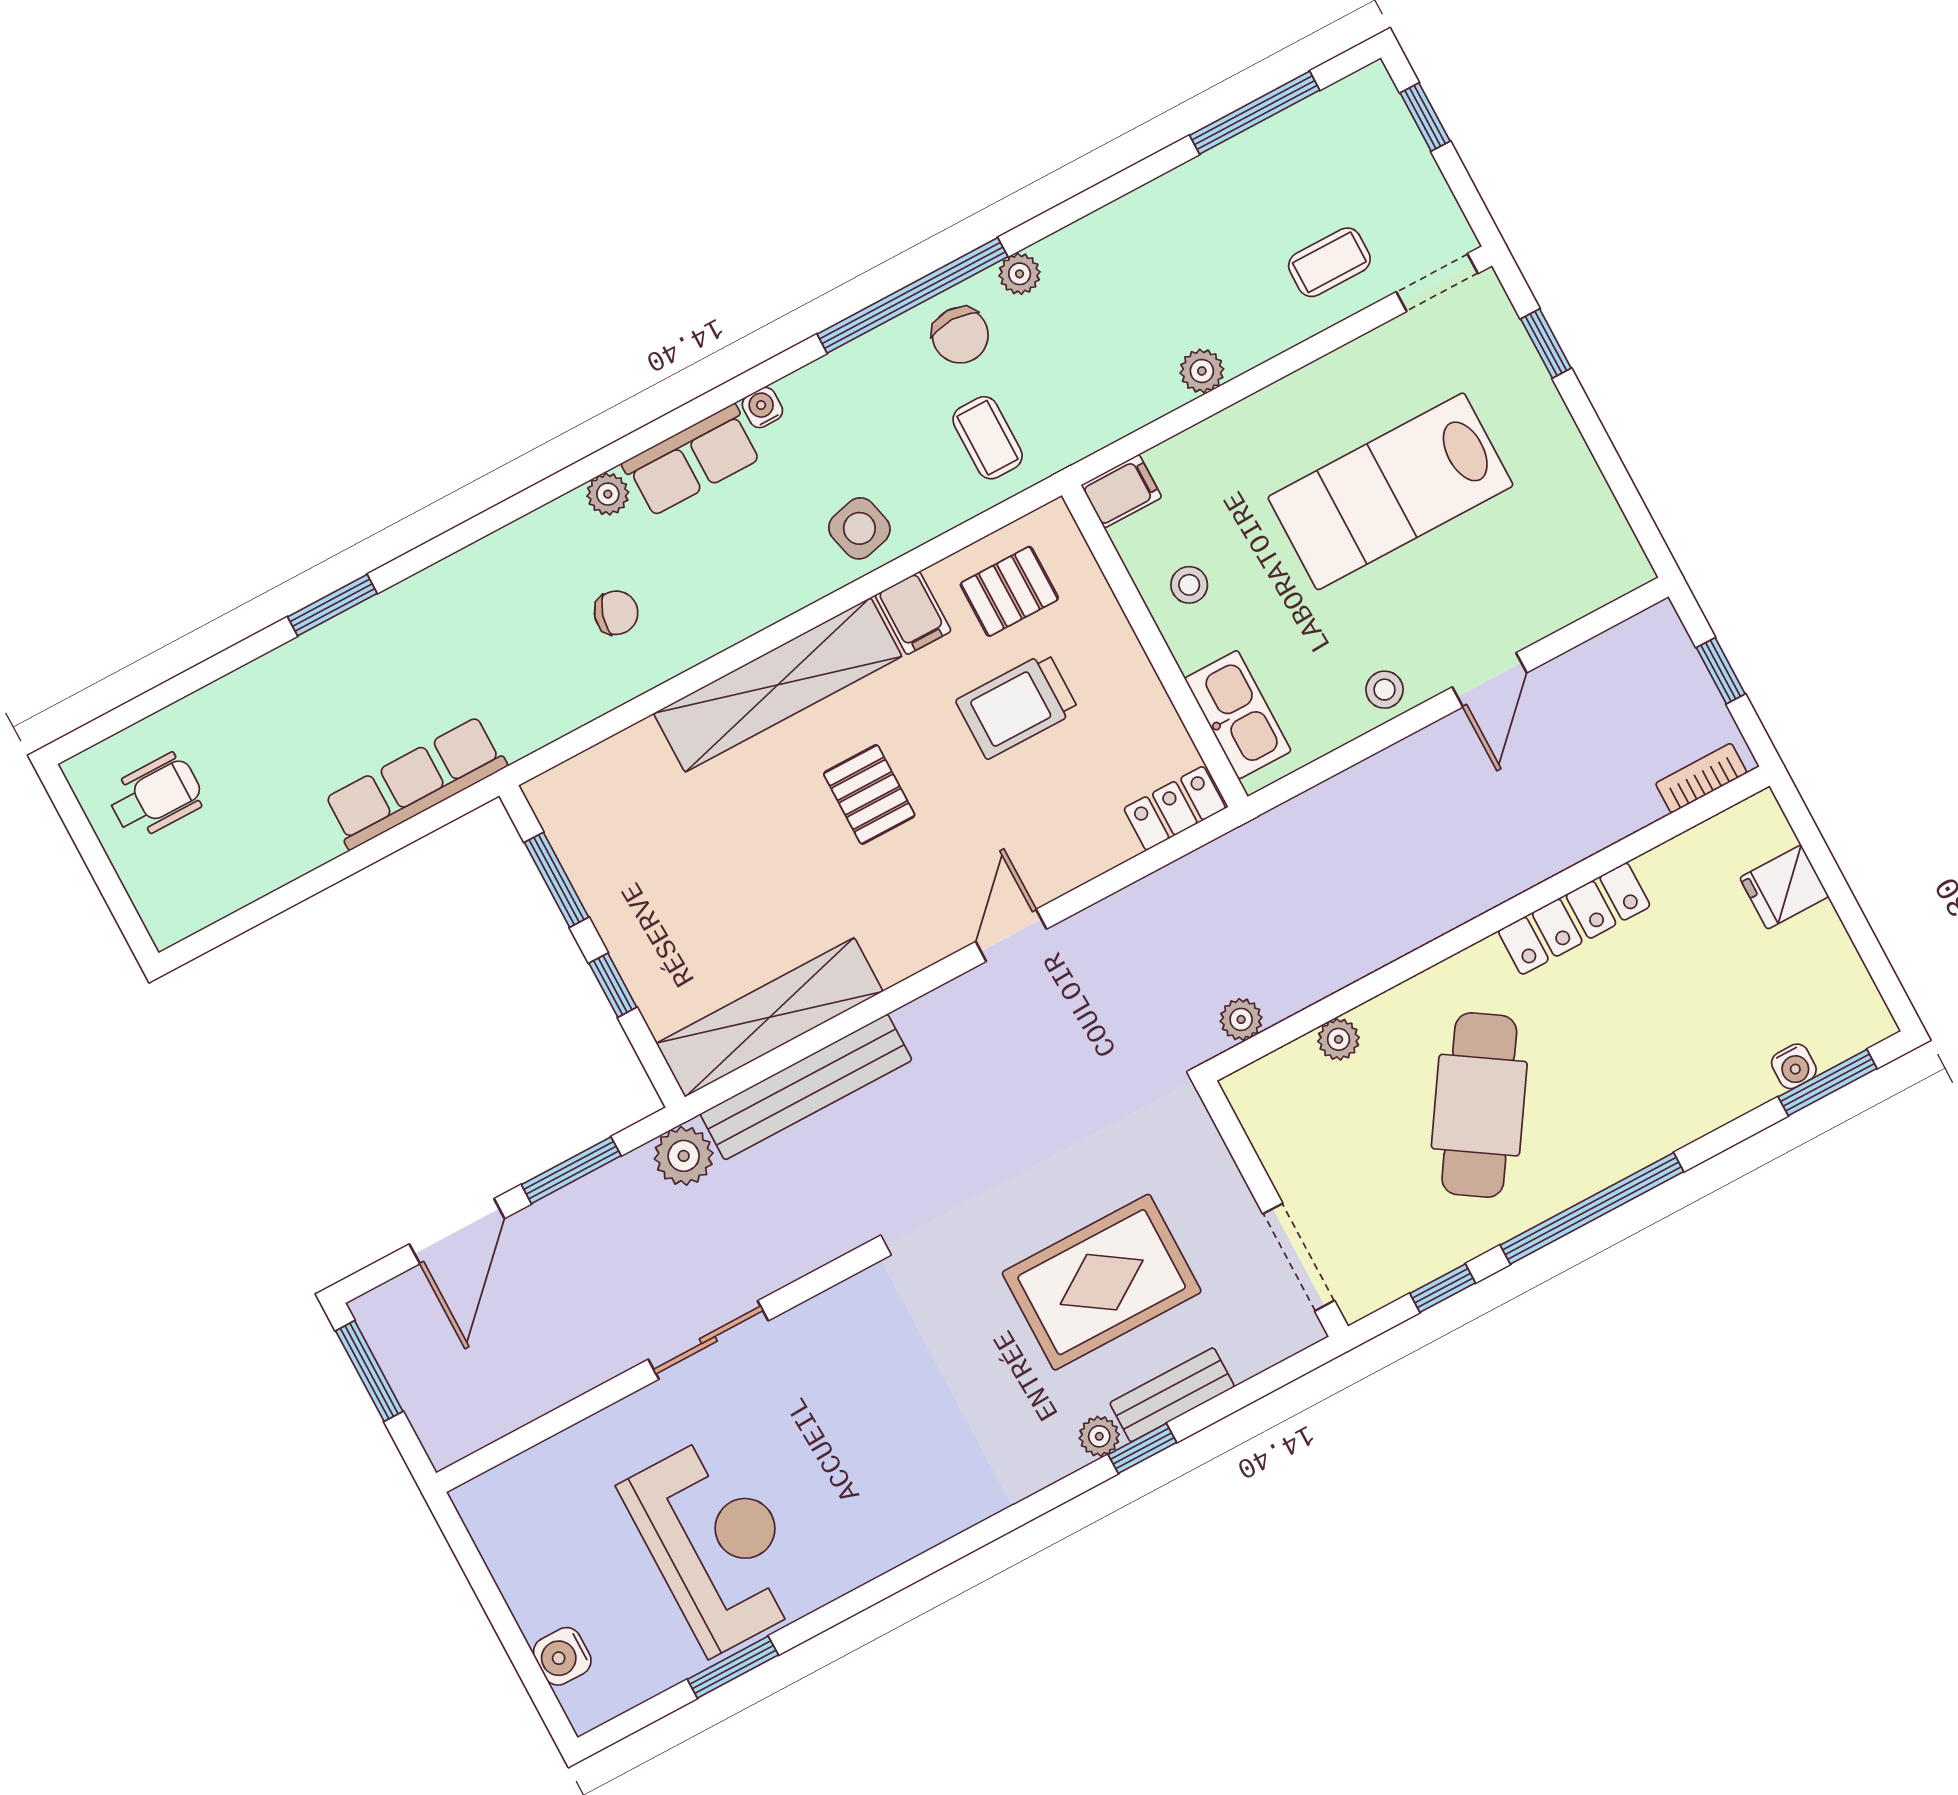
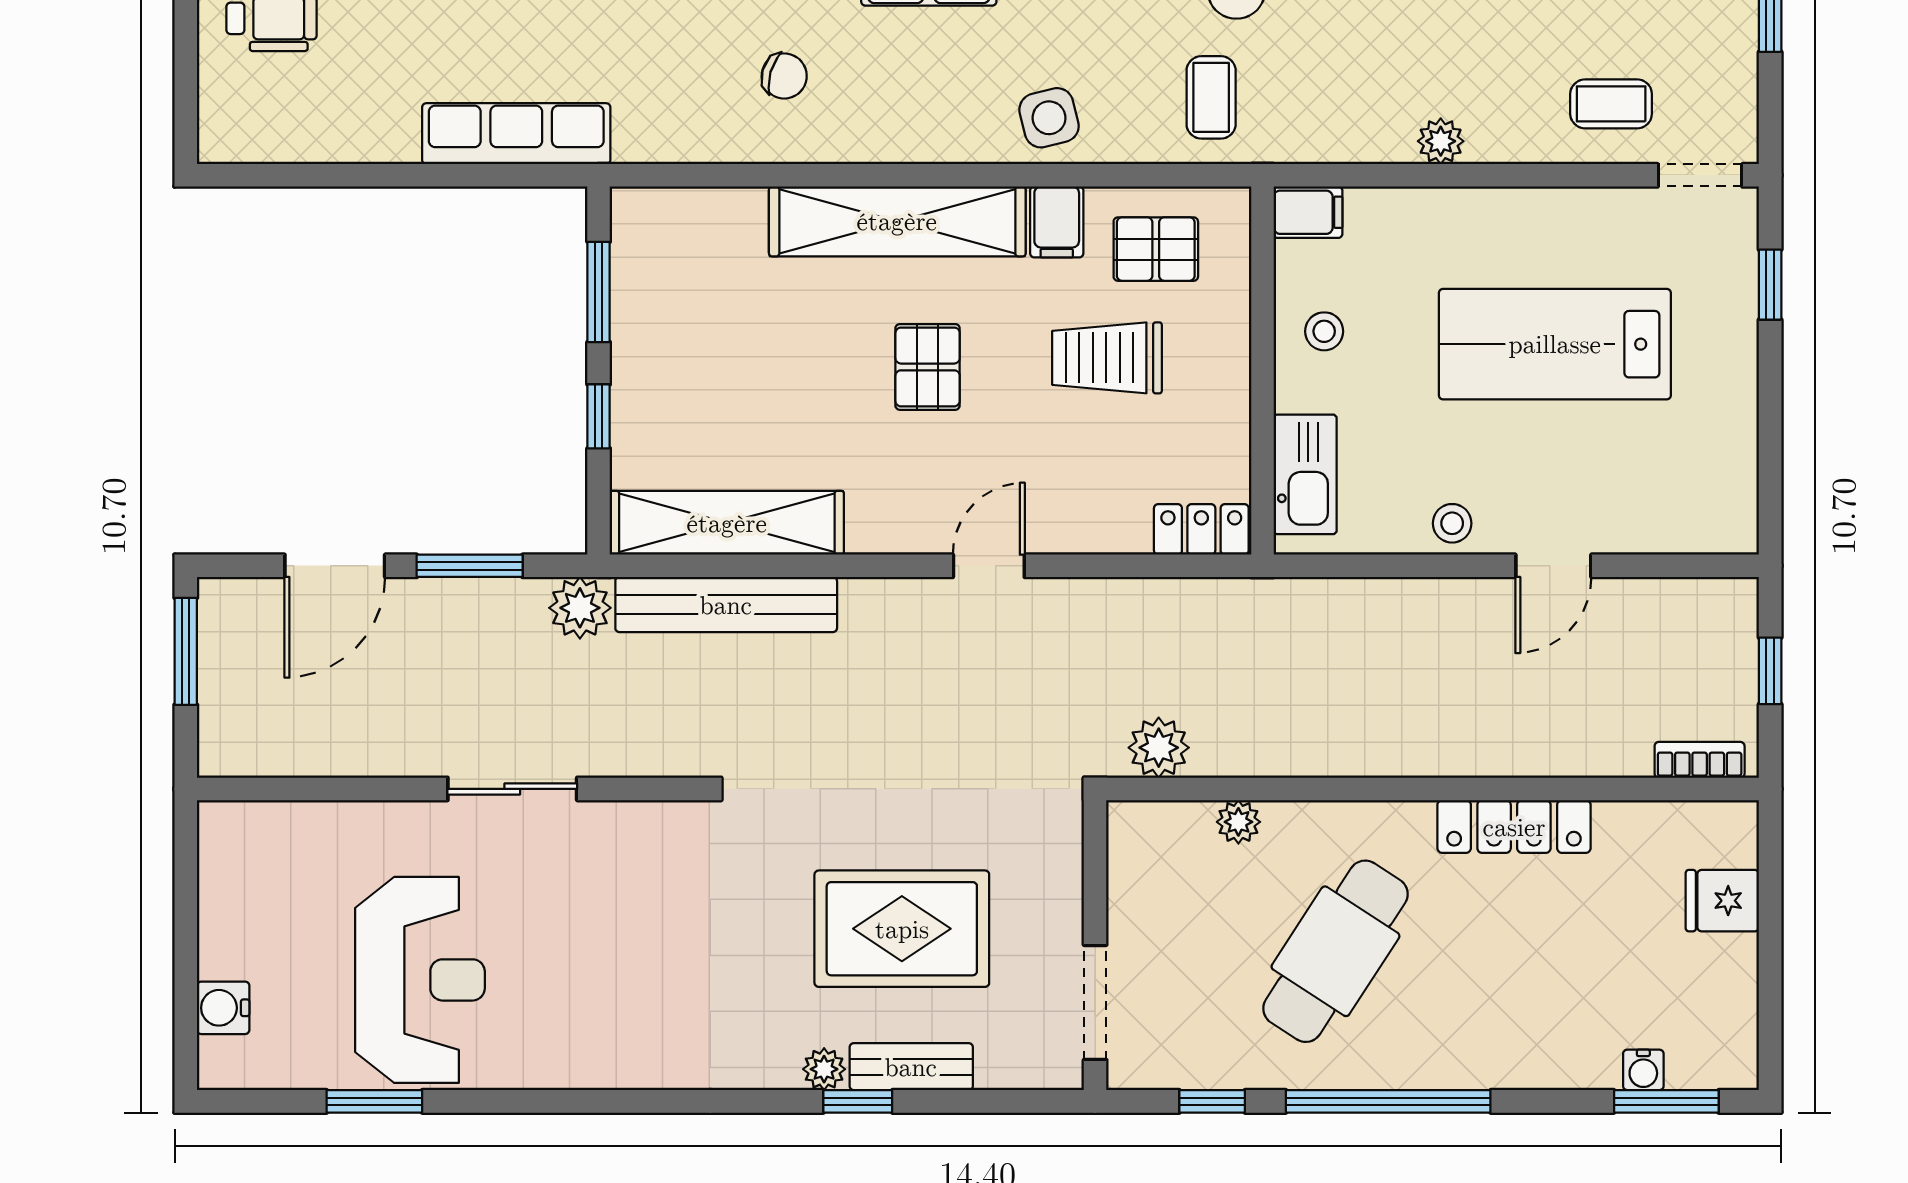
plant: (1241, 1019) -> (1159, 748), width x1.38, depth x1.38

